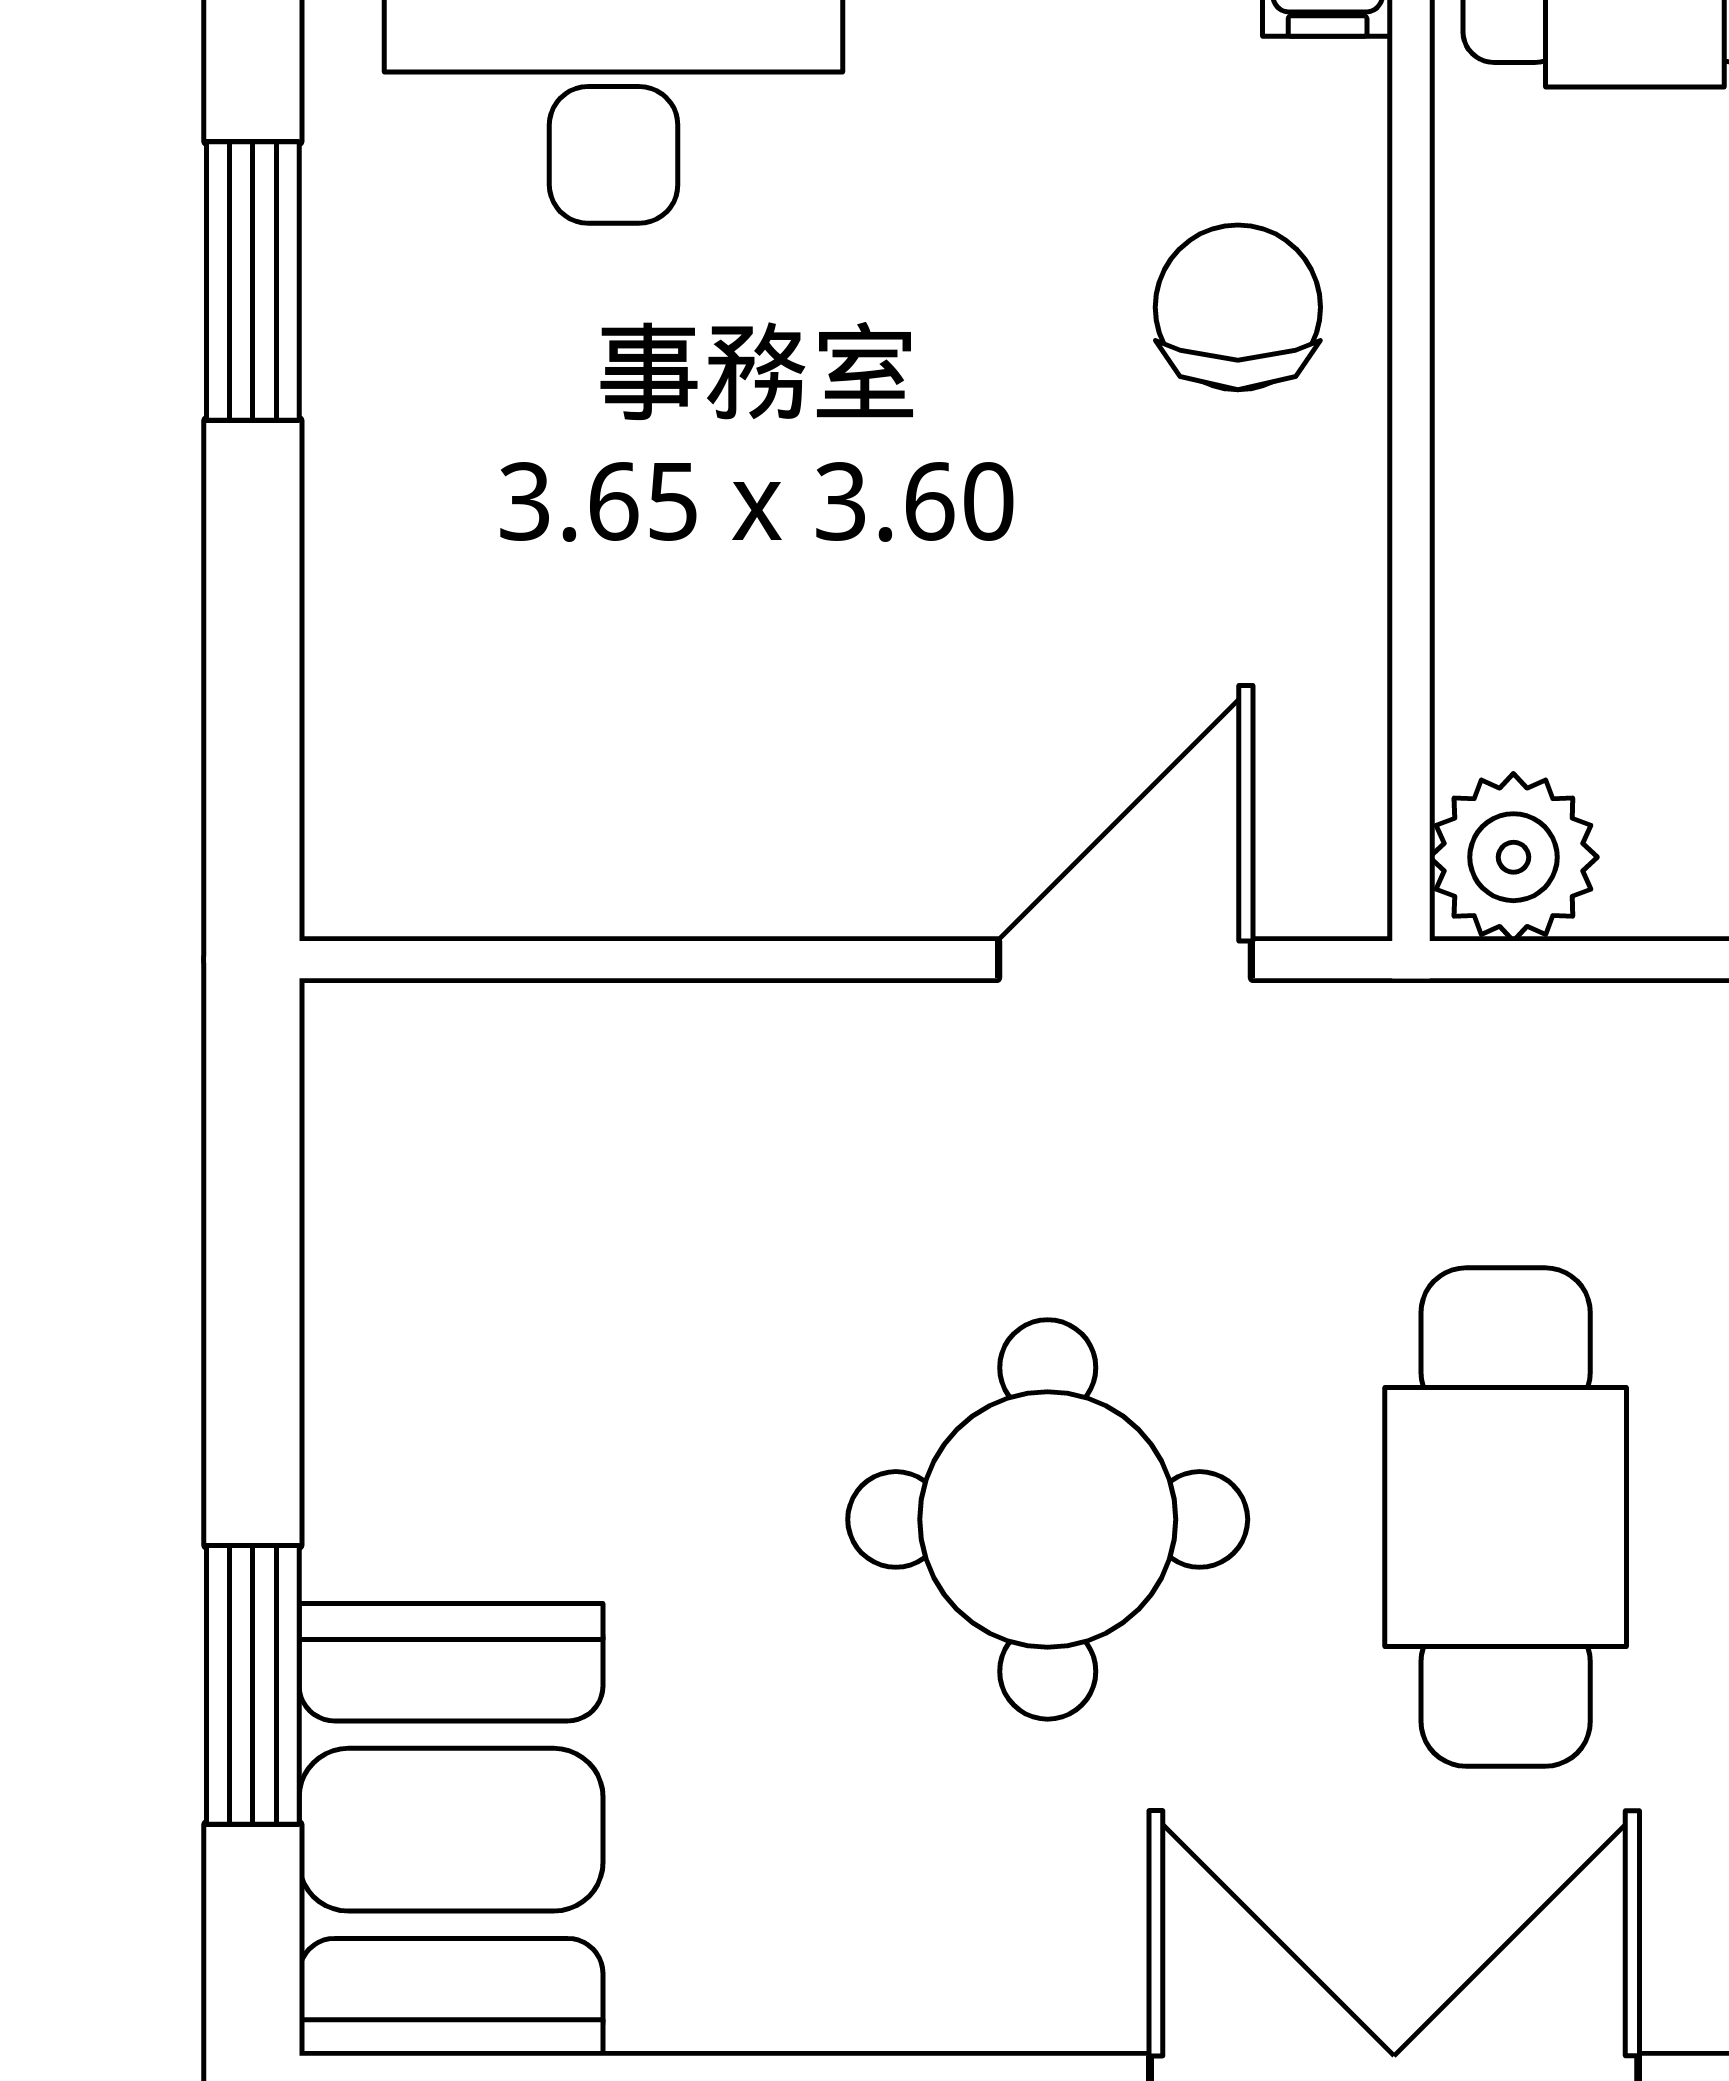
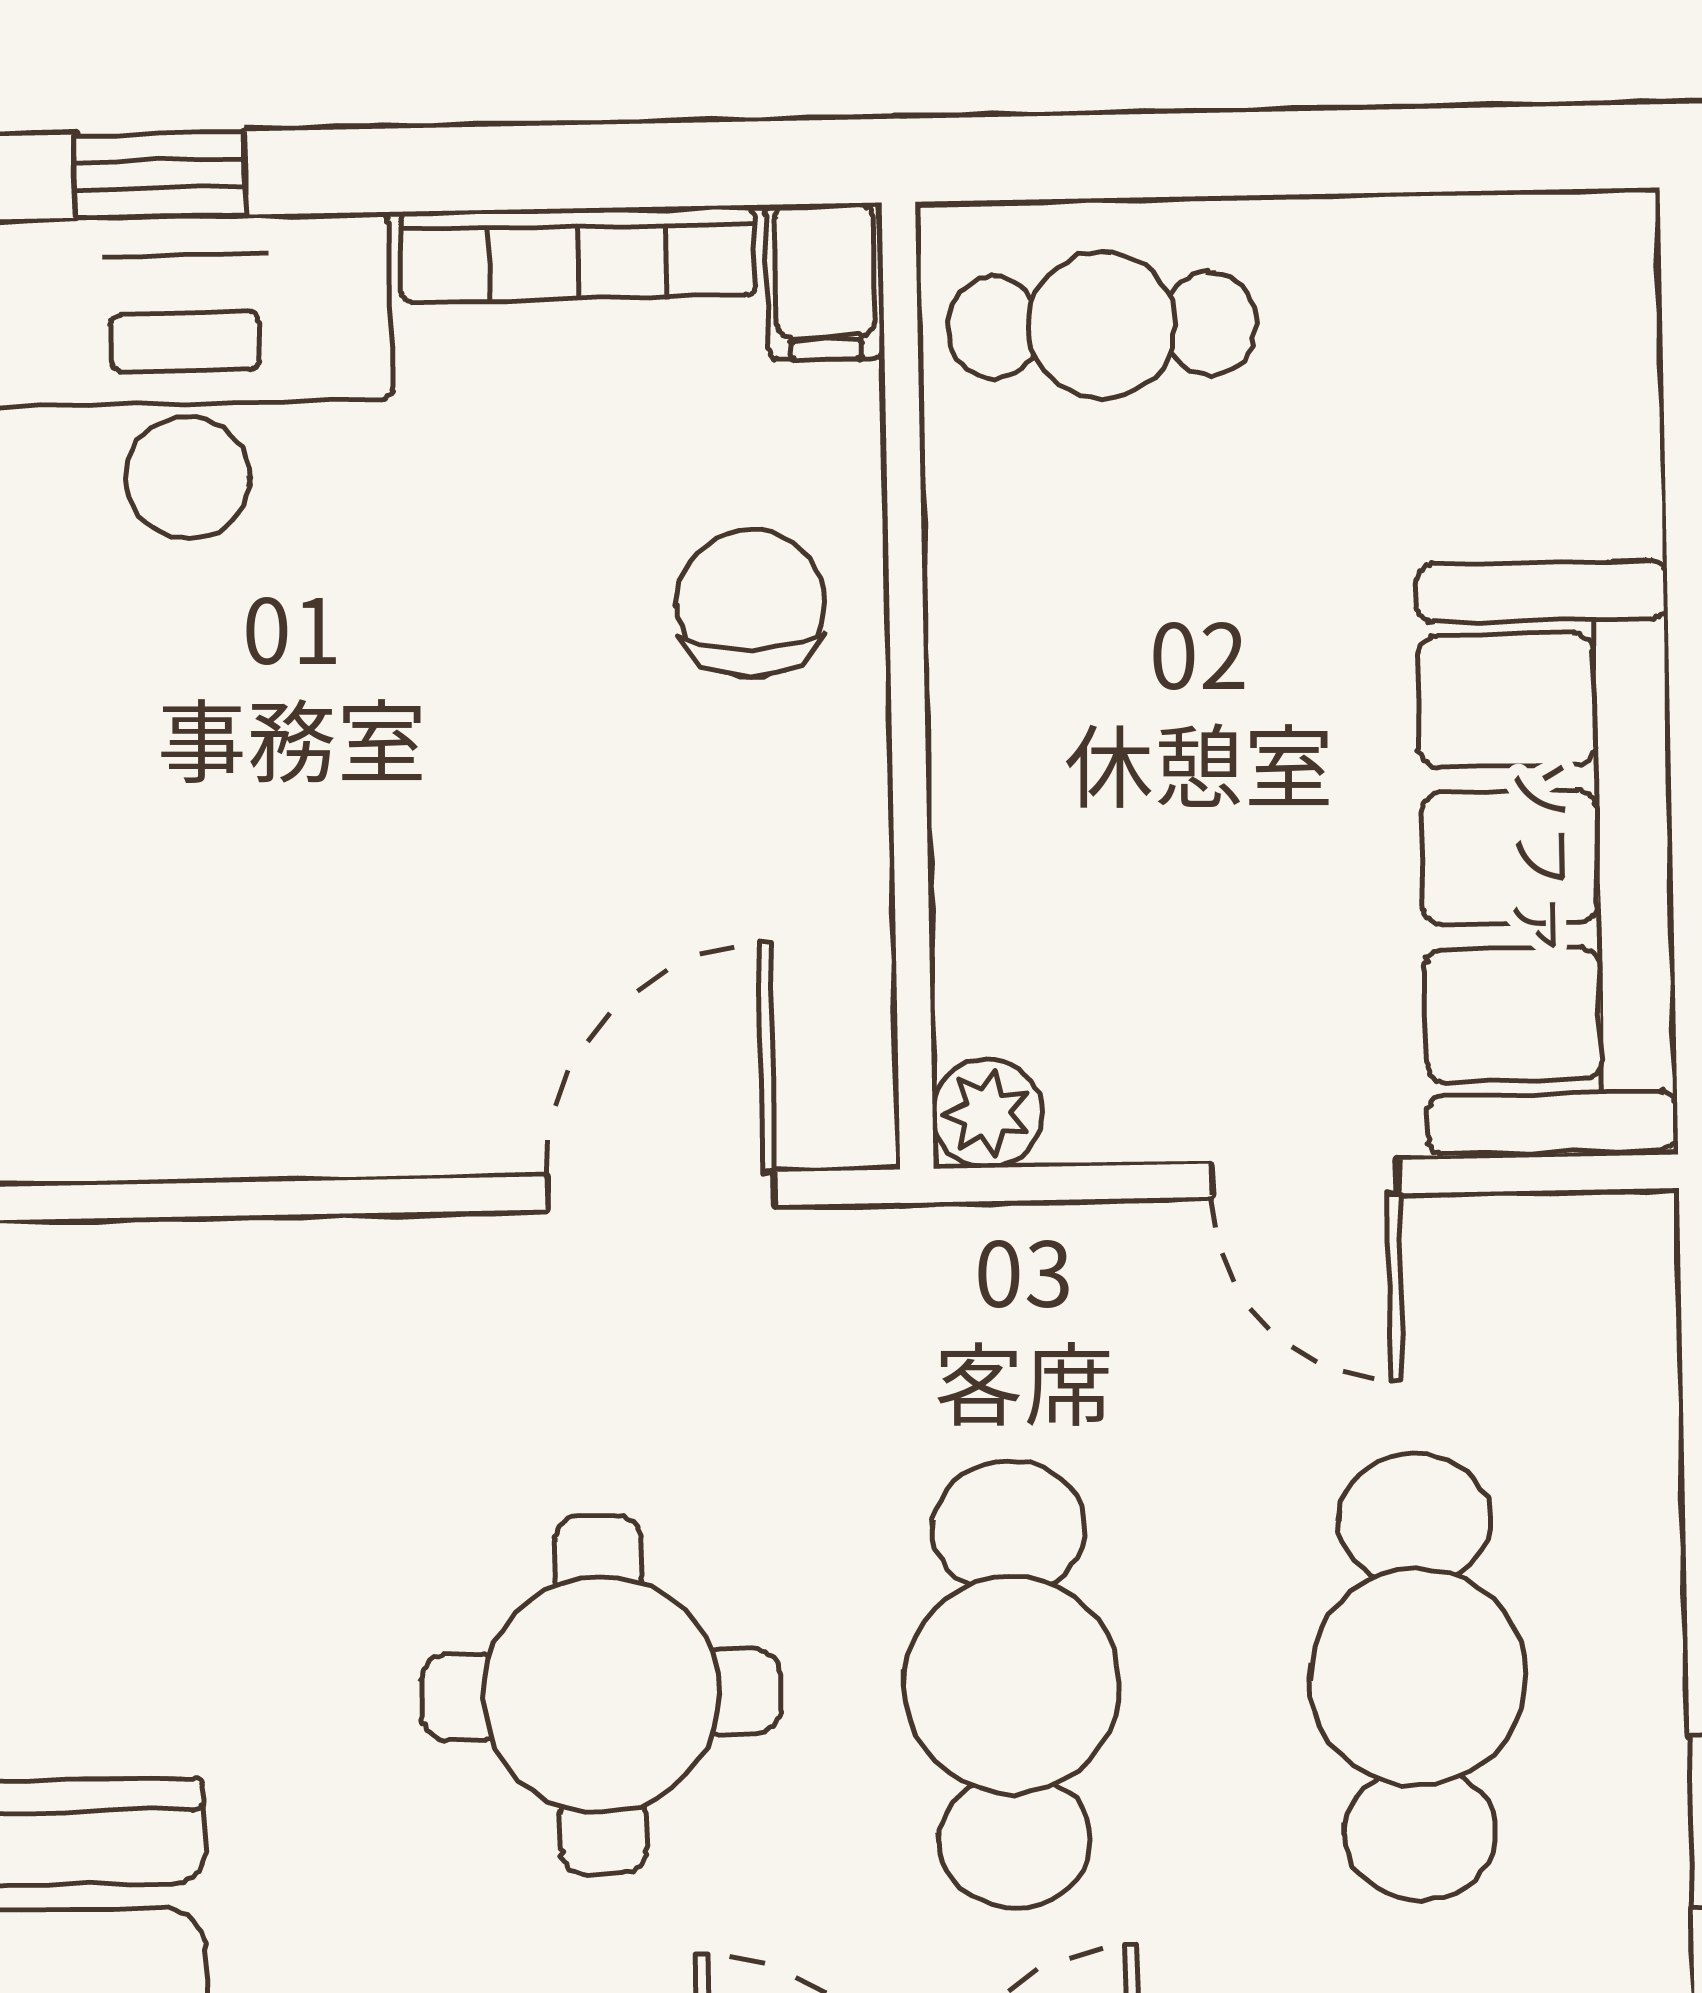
plant: (1513, 857) -> (987, 1113), width x0.73, depth x0.73

